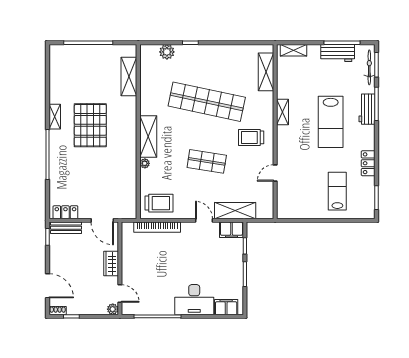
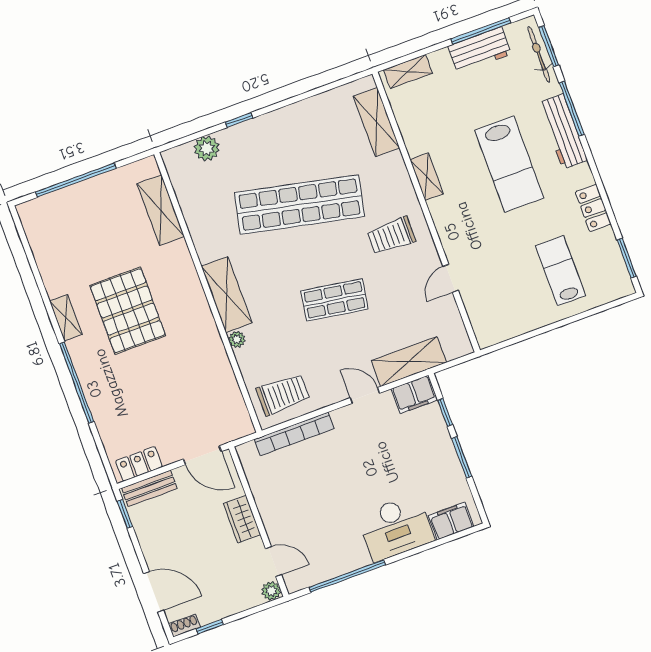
workbench: (367, 109) -> (563, 131), width x1.37

